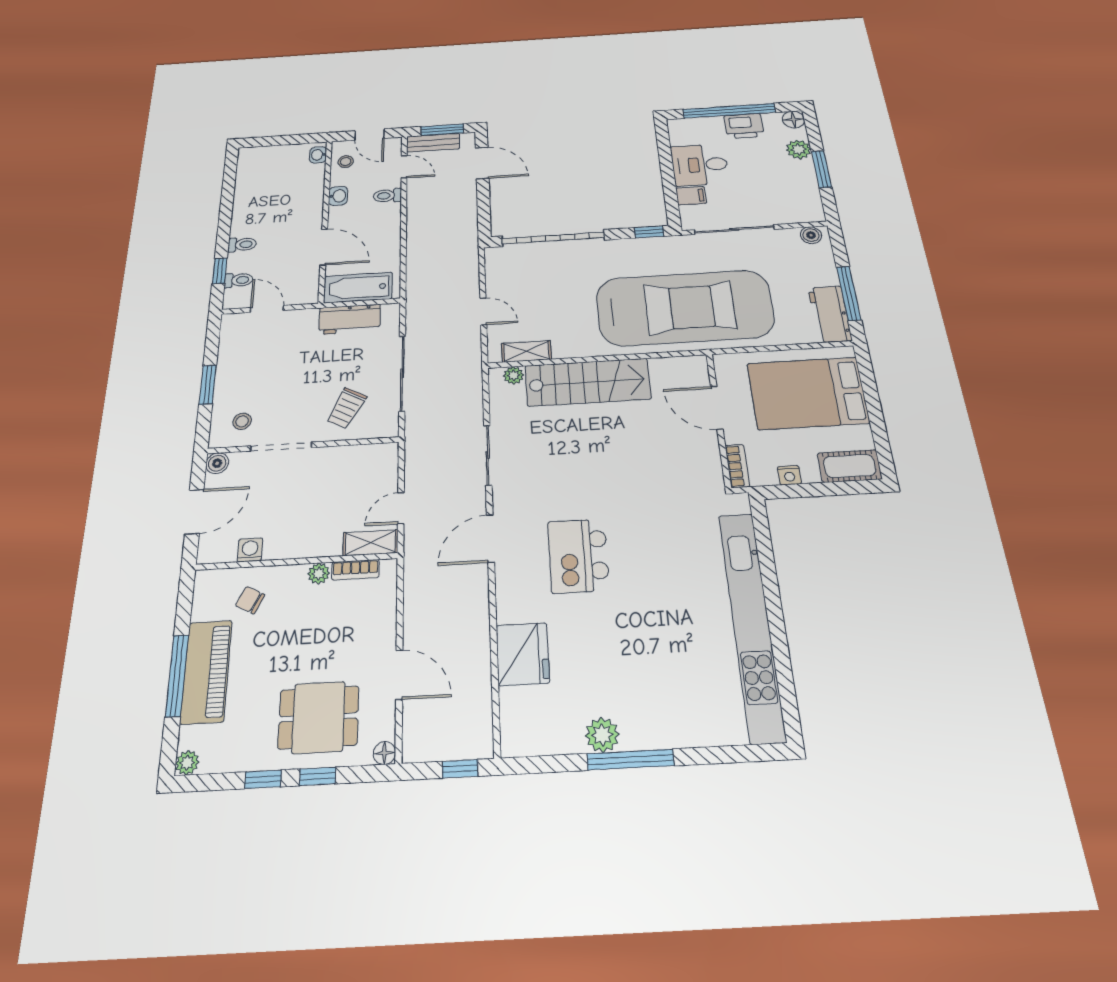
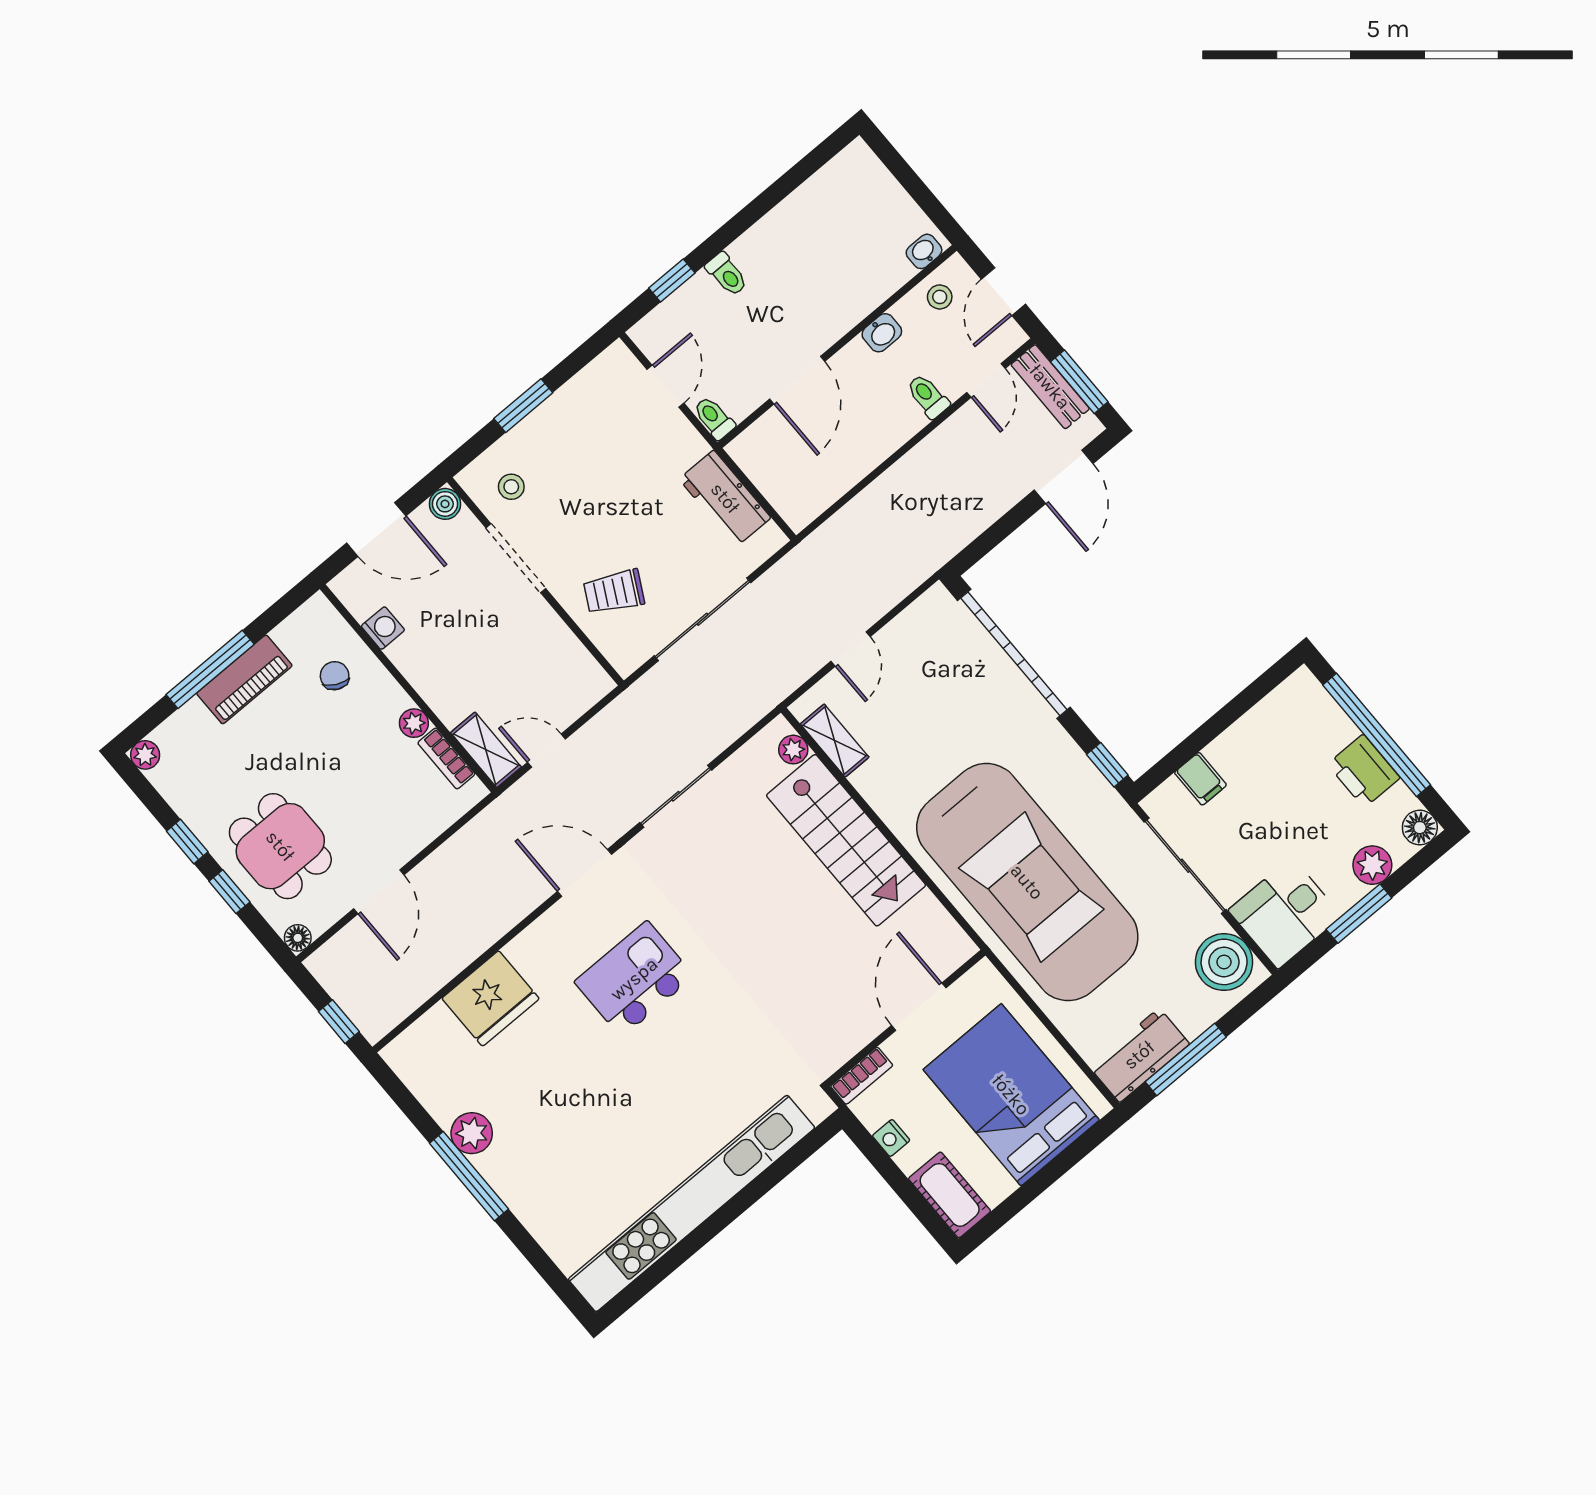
desk: (700, 165) -> (1285, 913), moved, turned -90
boiler: (811, 235) -> (1224, 962), width x1.86, depth x1.86
toilet: (239, 280) -> (714, 418), moved, turned 180
bathtub: (358, 288) -> (774, 472), removed
piano: (206, 672) -> (244, 679), width x0.73, depth x0.75

